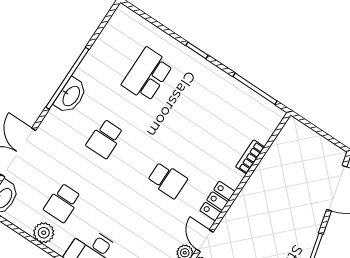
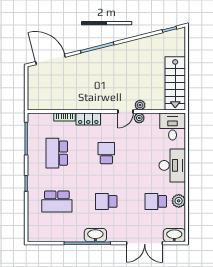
school desk: (210, 116) -> (57, 153), added
school desk: (105, 139) -> (106, 201), turned 180
locker: (217, 201) -> (88, 119), moved
school desk: (62, 203) -> (156, 201), turned 180

